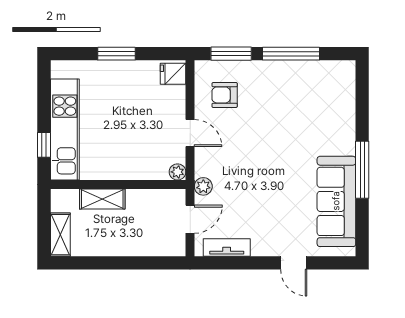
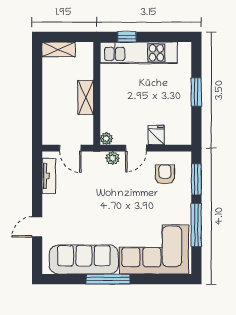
fridge: (173, 74) -> (156, 135), moved
corner sofa: (323, 109) -> (154, 250), added
plant: (203, 186) -> (112, 158), moved
shelving: (102, 199) -> (86, 97), moved

